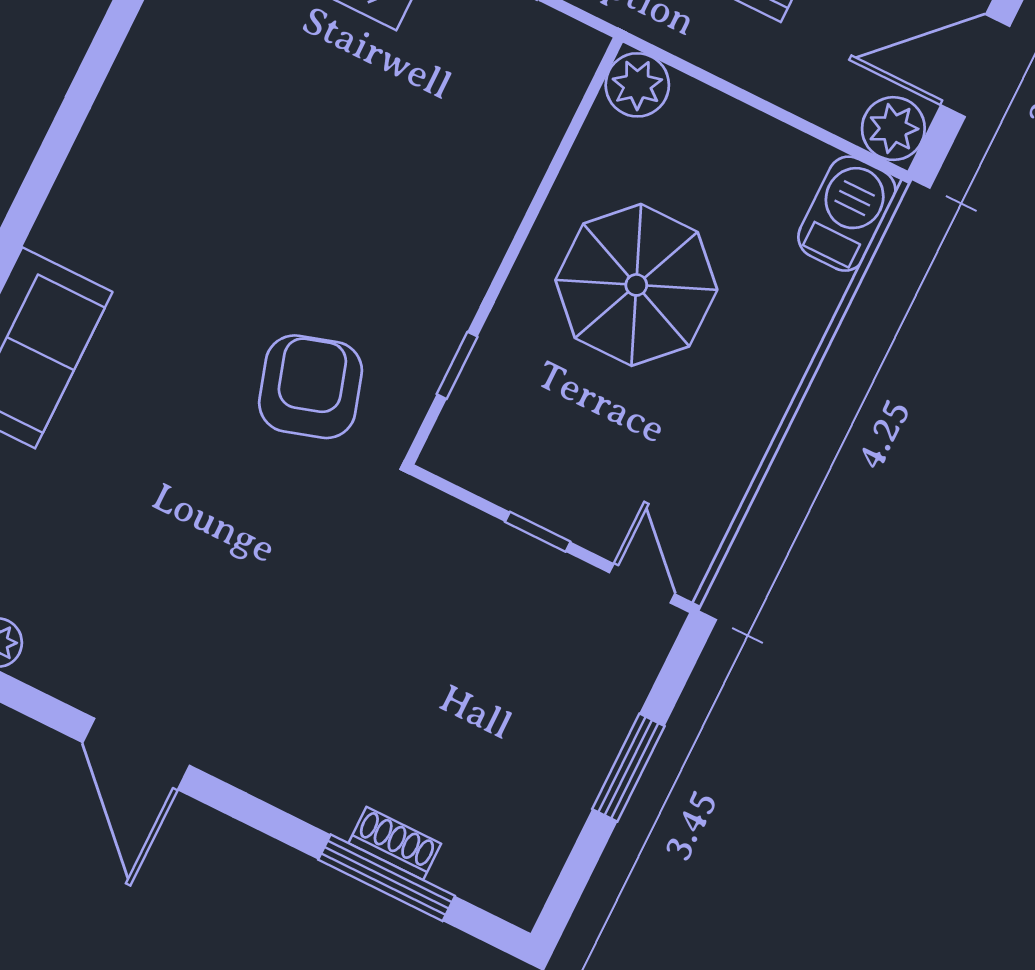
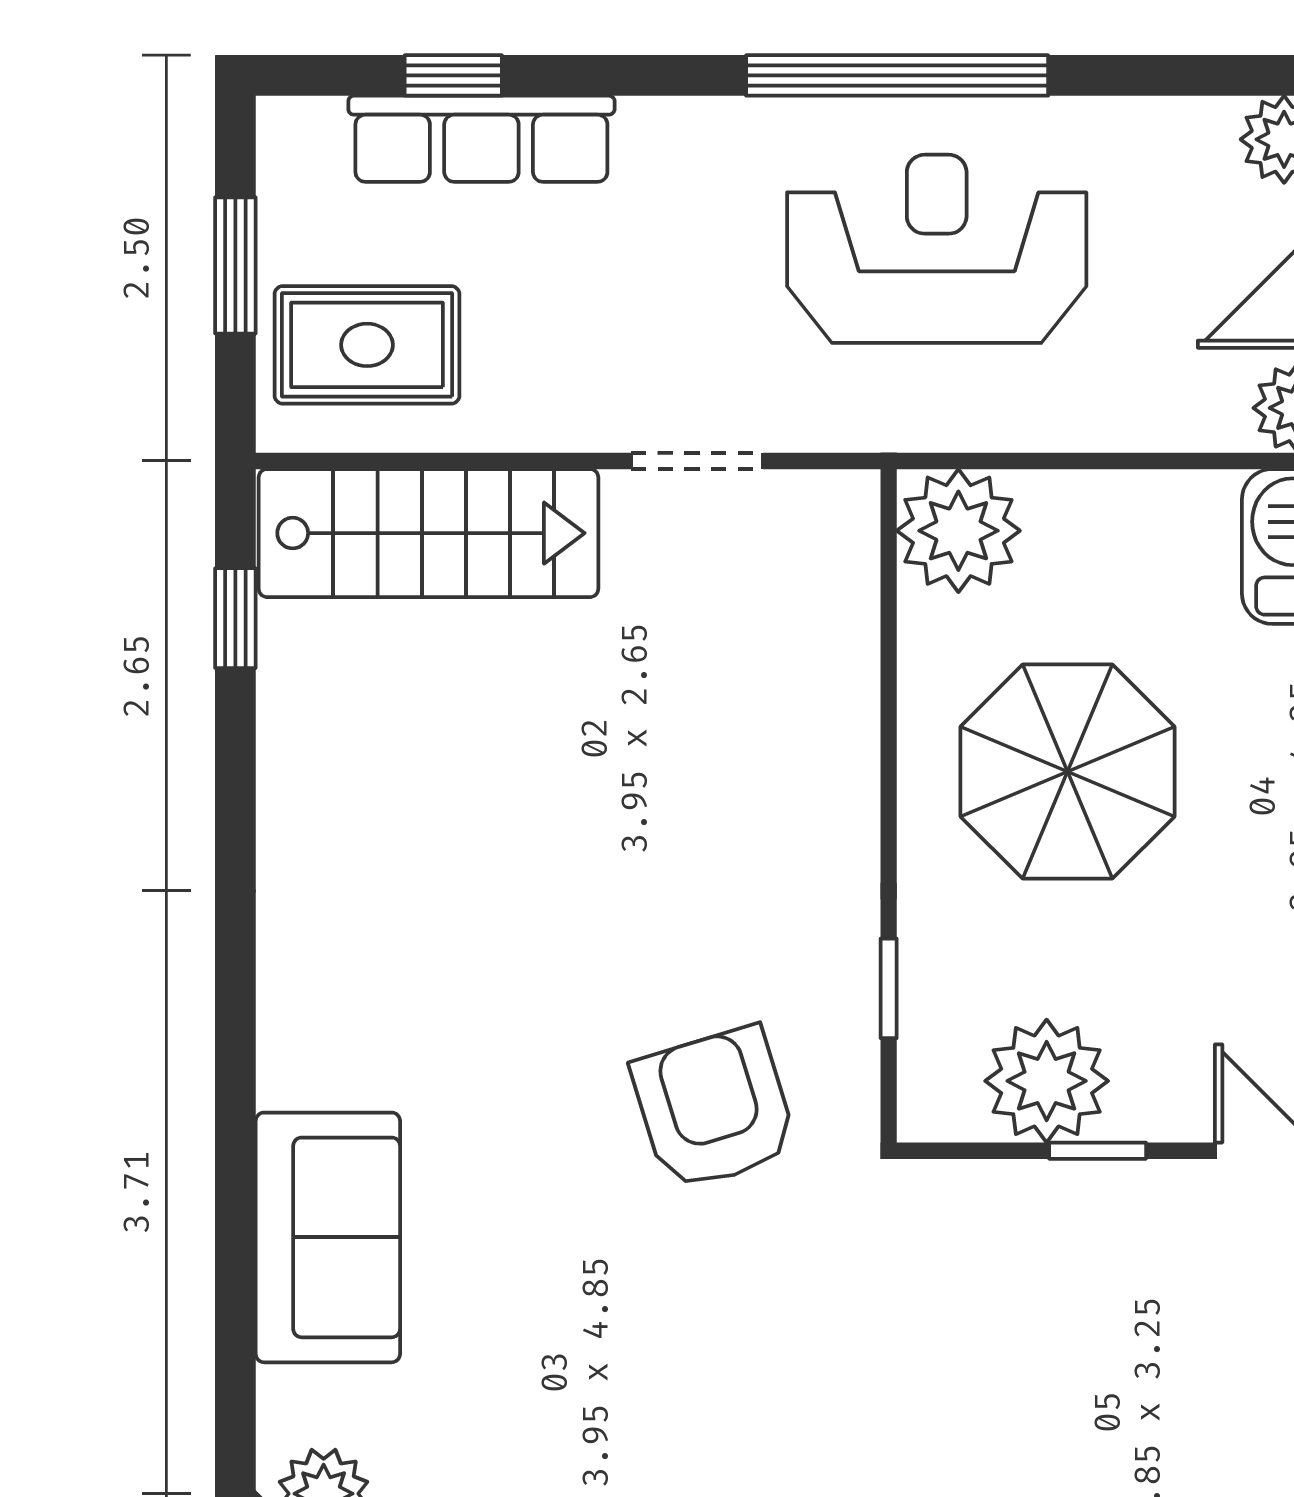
plant: (637, 85) -> (958, 531), width x1.36, depth x1.36
plant: (527, 472) -> (1047, 1081), added

